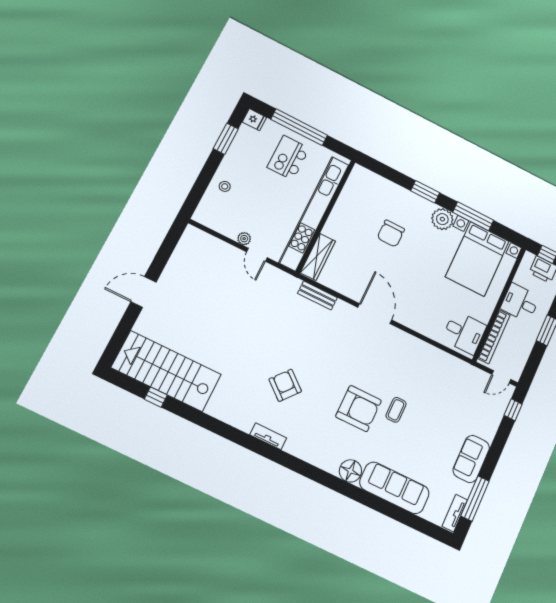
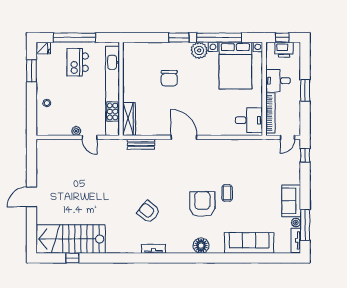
window: (473, 216) -> (219, 38), width x1.46
armchair: (359, 409) -> (202, 204), turned -90
floor lamp: (350, 471) -> (201, 246), moved
plant: (465, 490) -> (296, 223), added

